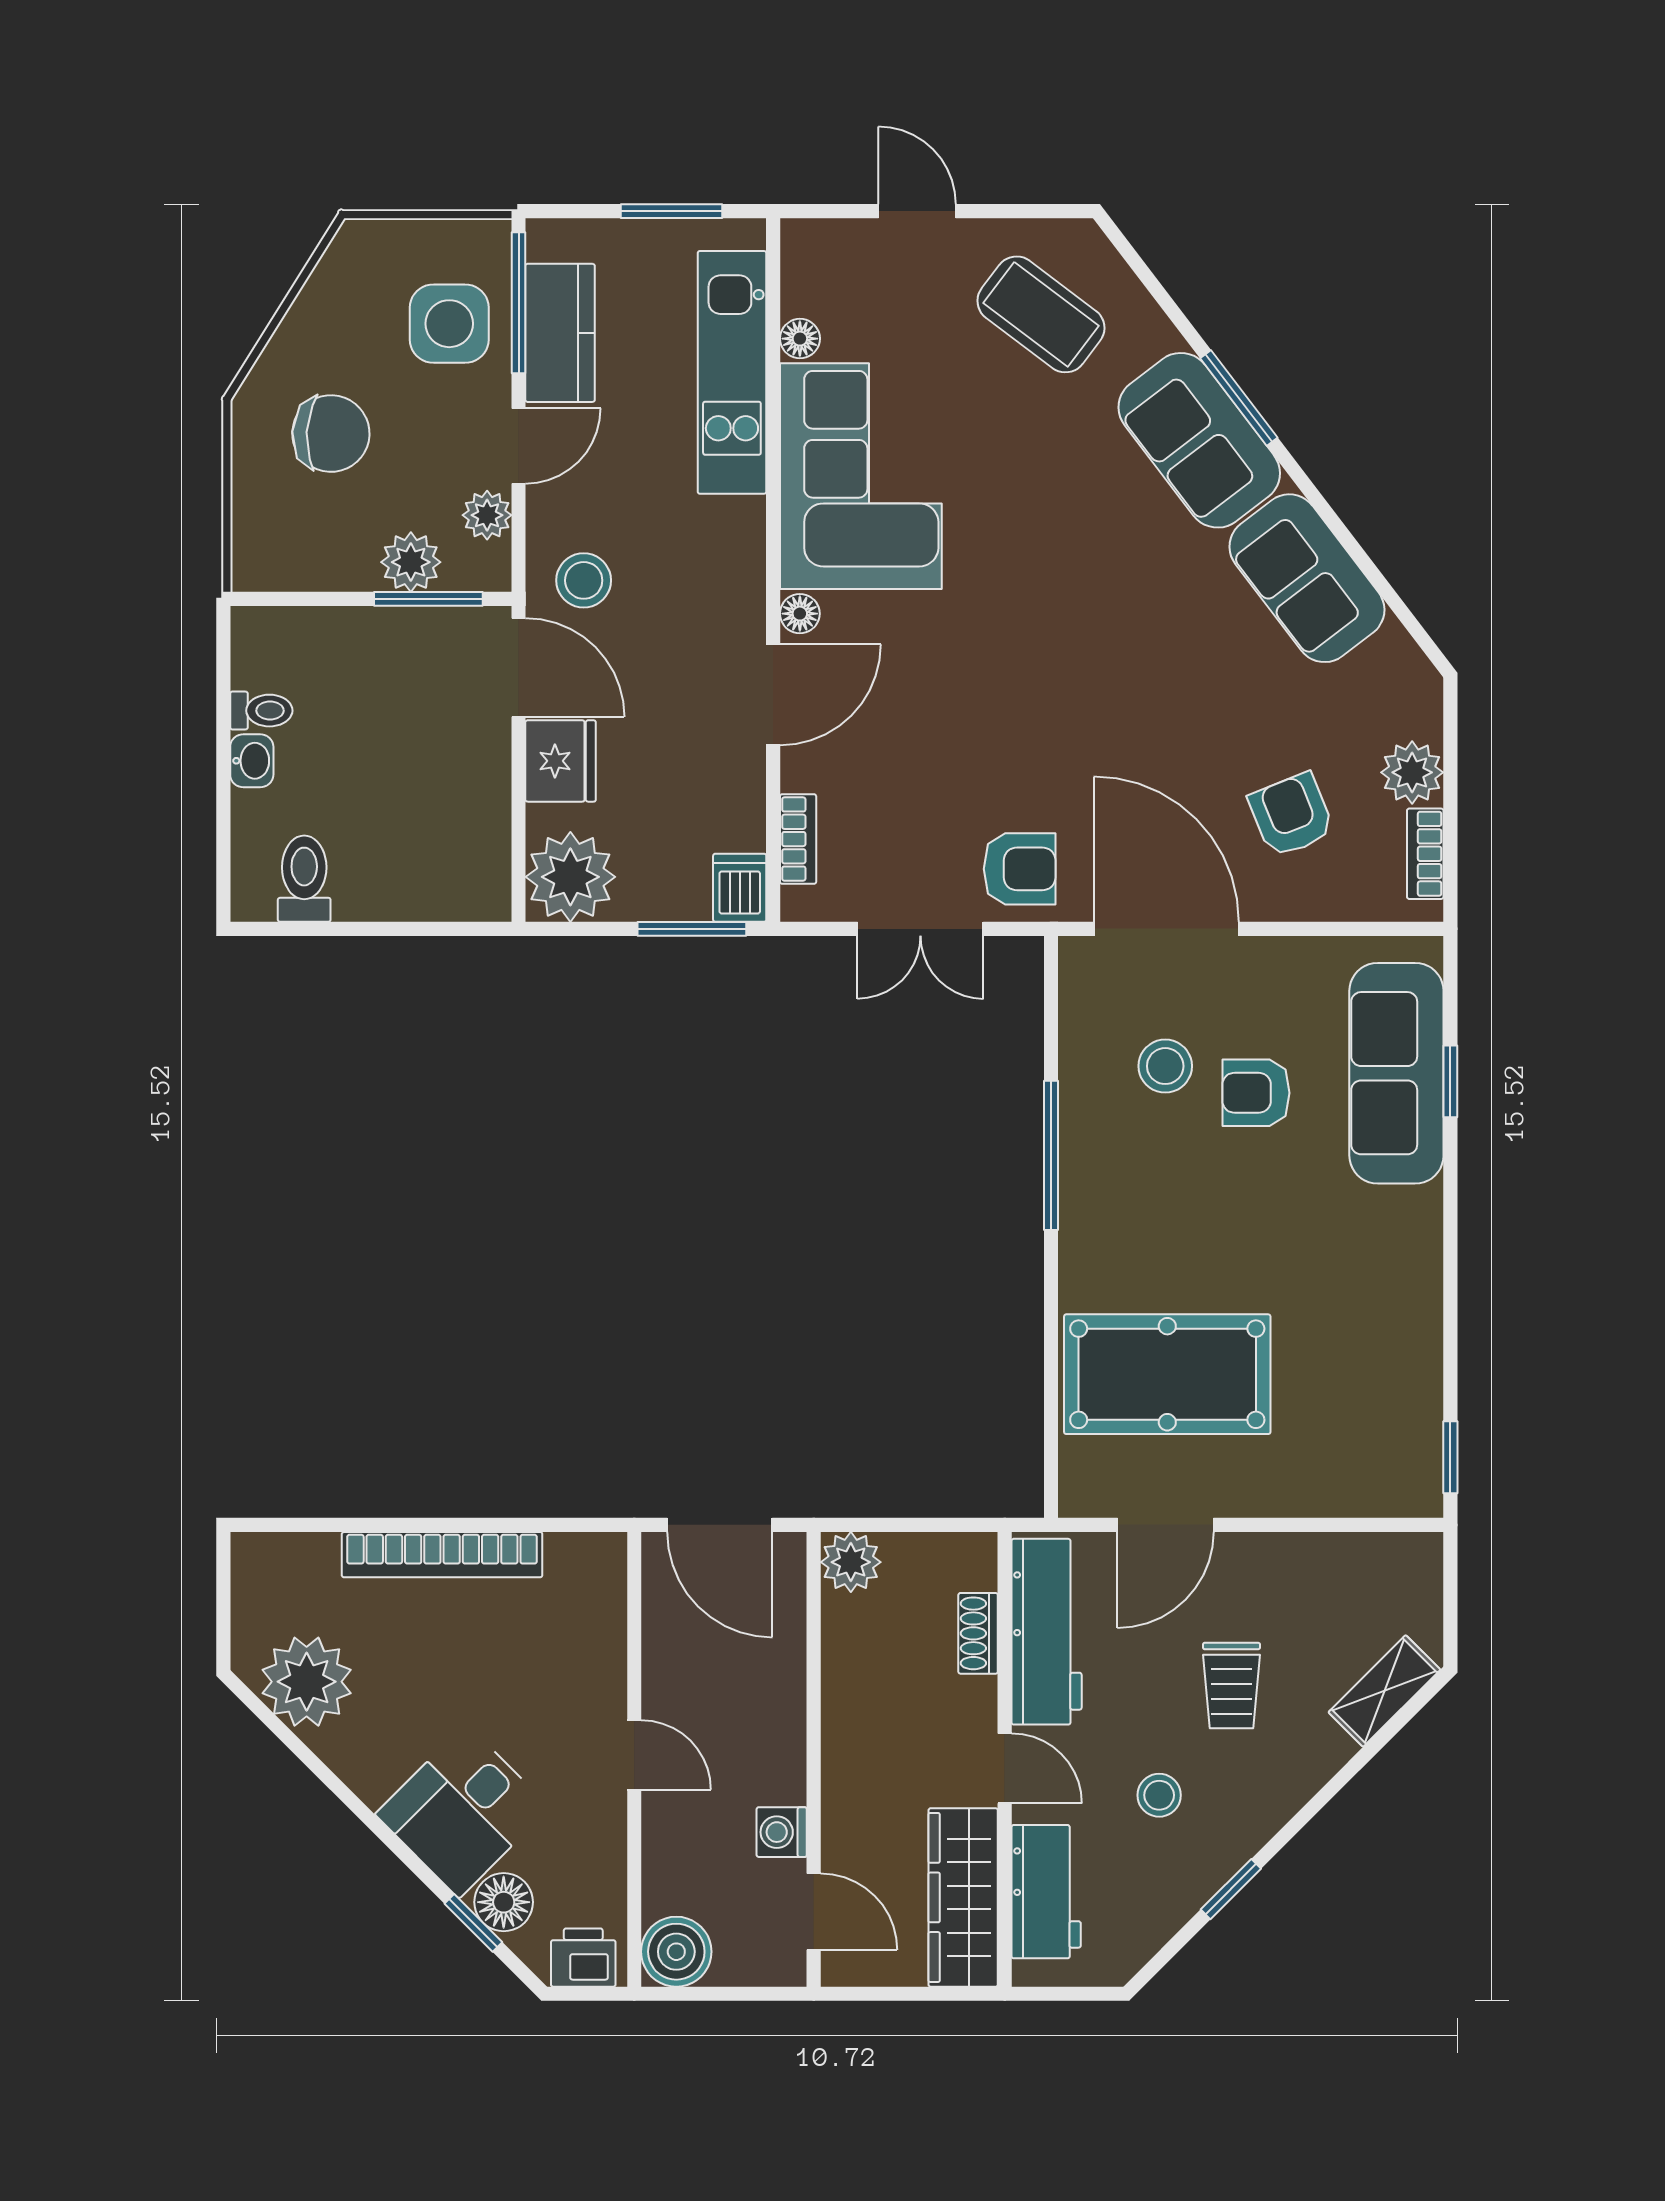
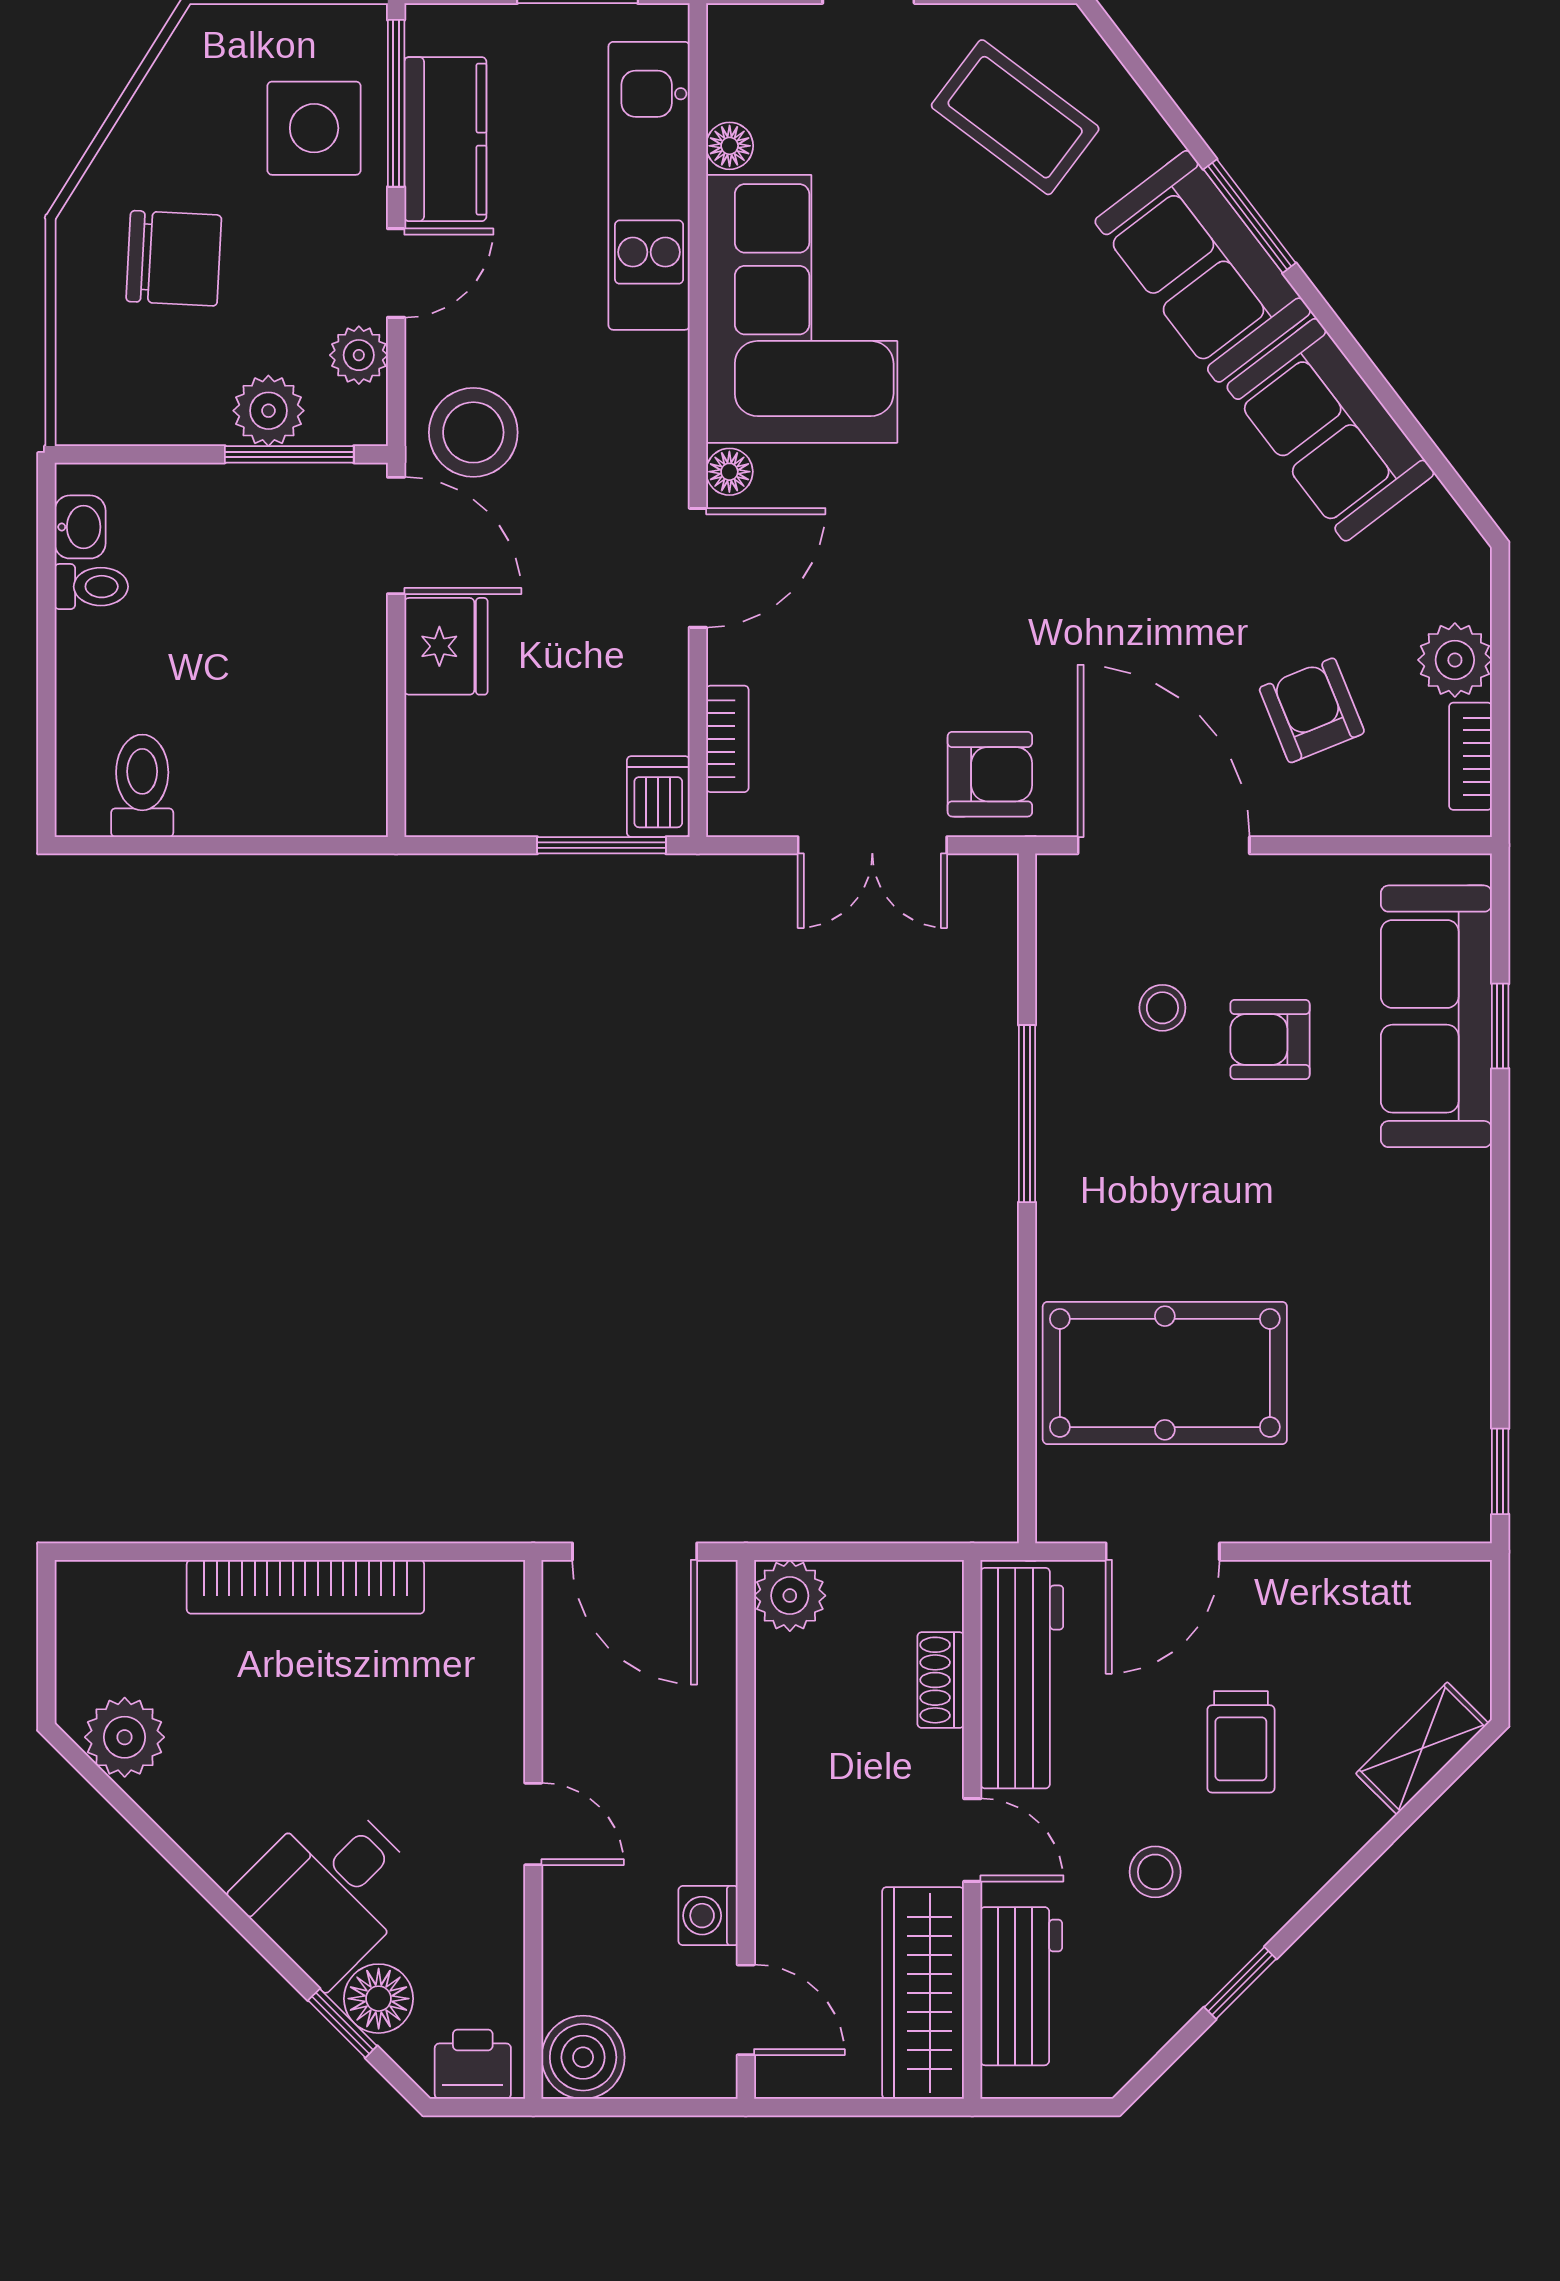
stool: (584, 580) -> (473, 432), width x1.38, depth x1.38
washbasin: (252, 761) -> (80, 527), moved
plant: (570, 877) -> (458, 784), removed
stool: (1165, 1066) -> (1162, 1008), width x0.73, depth x0.73
plant: (307, 1682) -> (125, 1737), width x0.73, depth x0.73

